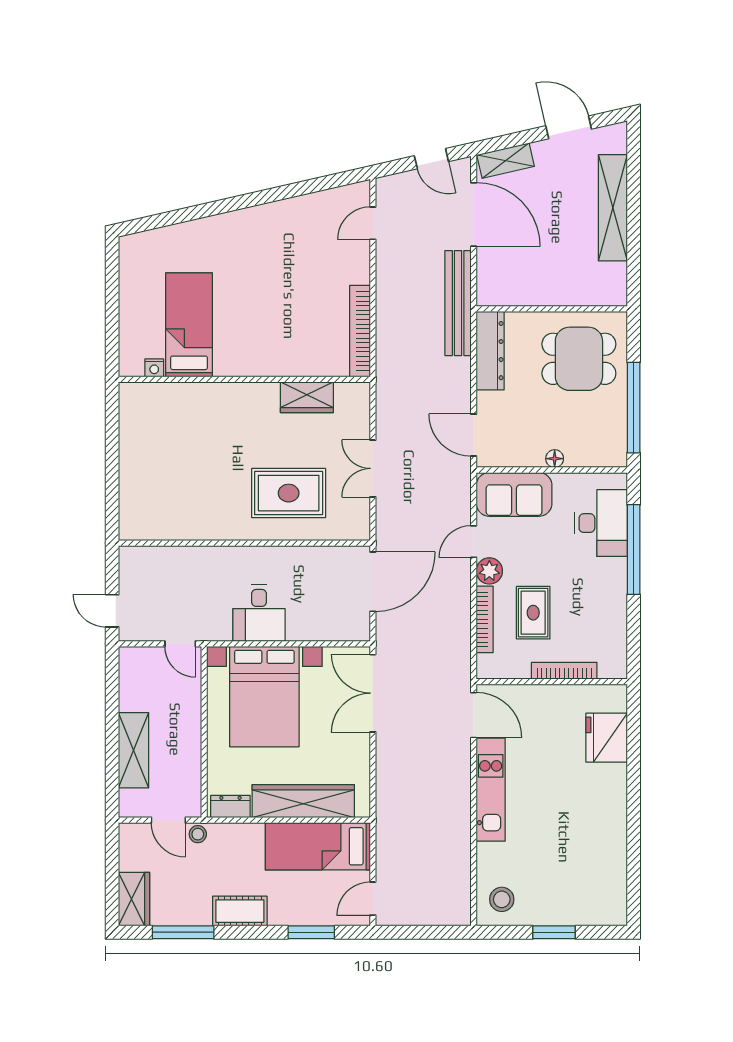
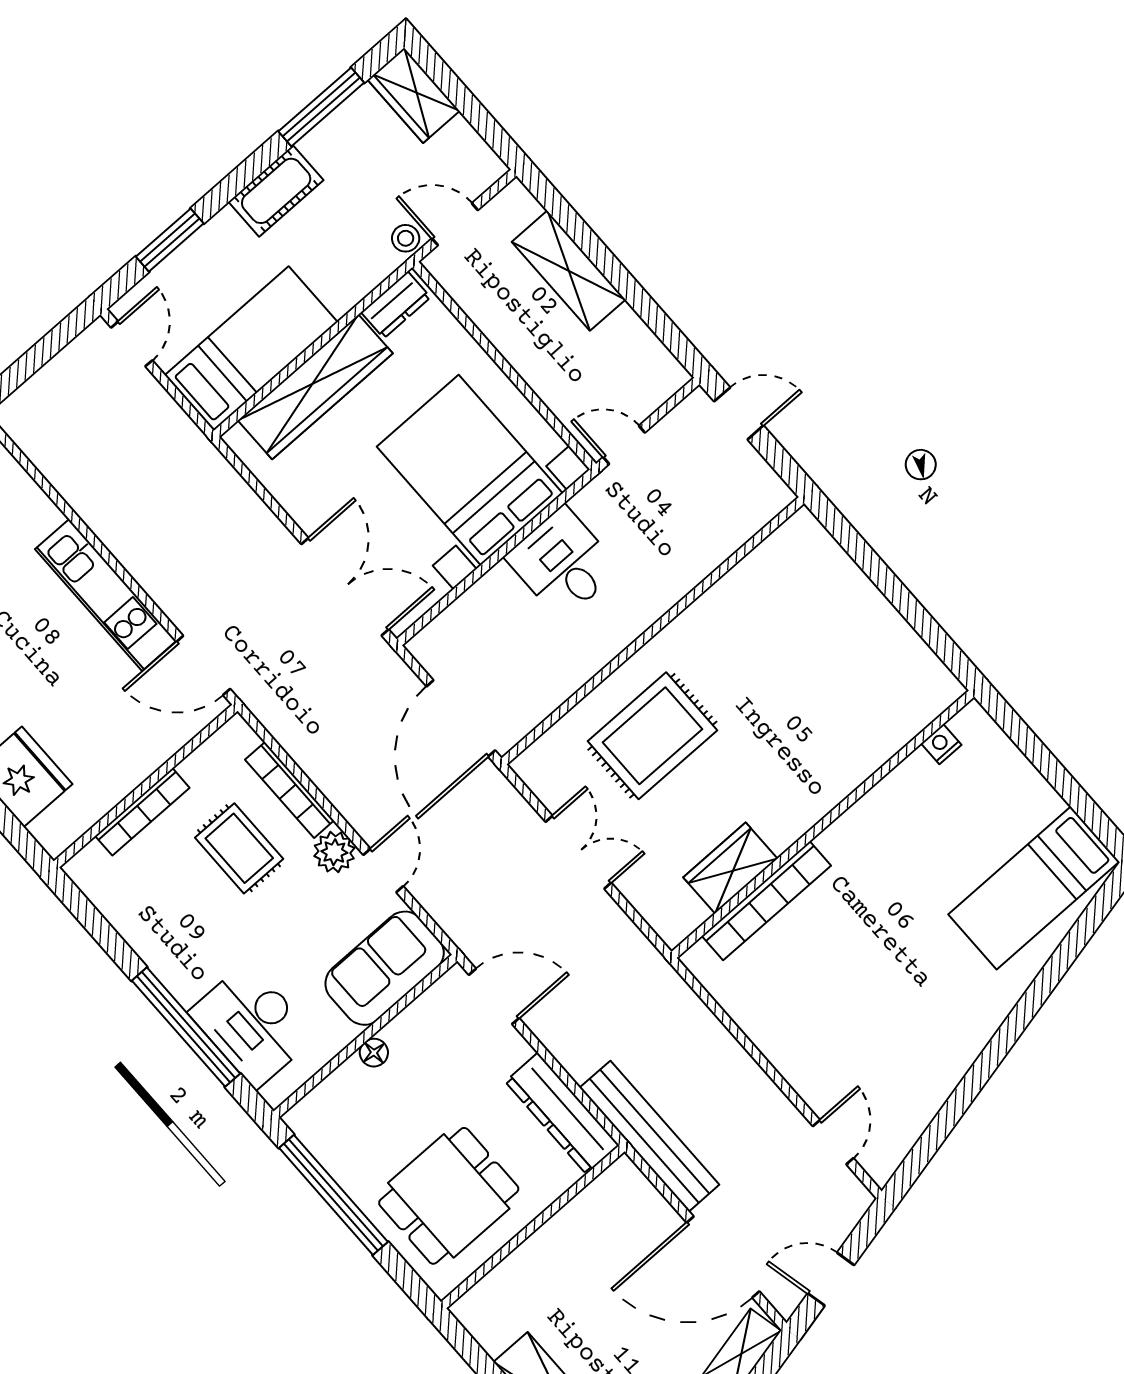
bed: (189, 325) -> (1034, 888), moved, turned 90
bookcase: (360, 331) -> (766, 901), moved, turned 90

